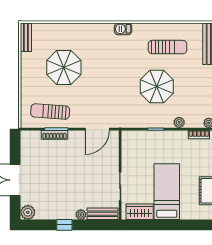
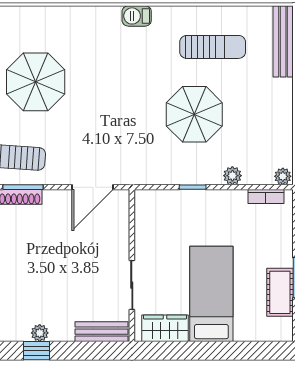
plant: (81, 215) -> (40, 333), moved

